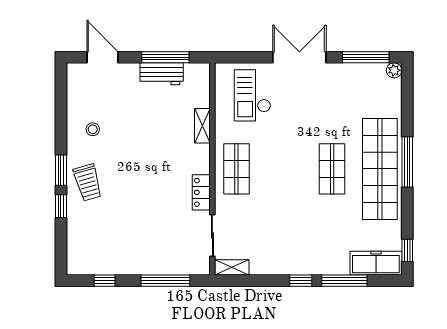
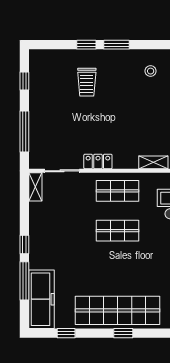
window: (407, 162) -> (123, 333), width x0.46
shop shelf: (332, 169) -> (117, 231), moved
trolley: (88, 183) -> (87, 82), moved, turned -74
window: (407, 250) -> (66, 333), moved
freezer: (376, 263) -> (42, 299), width x1.36, depth x1.26

